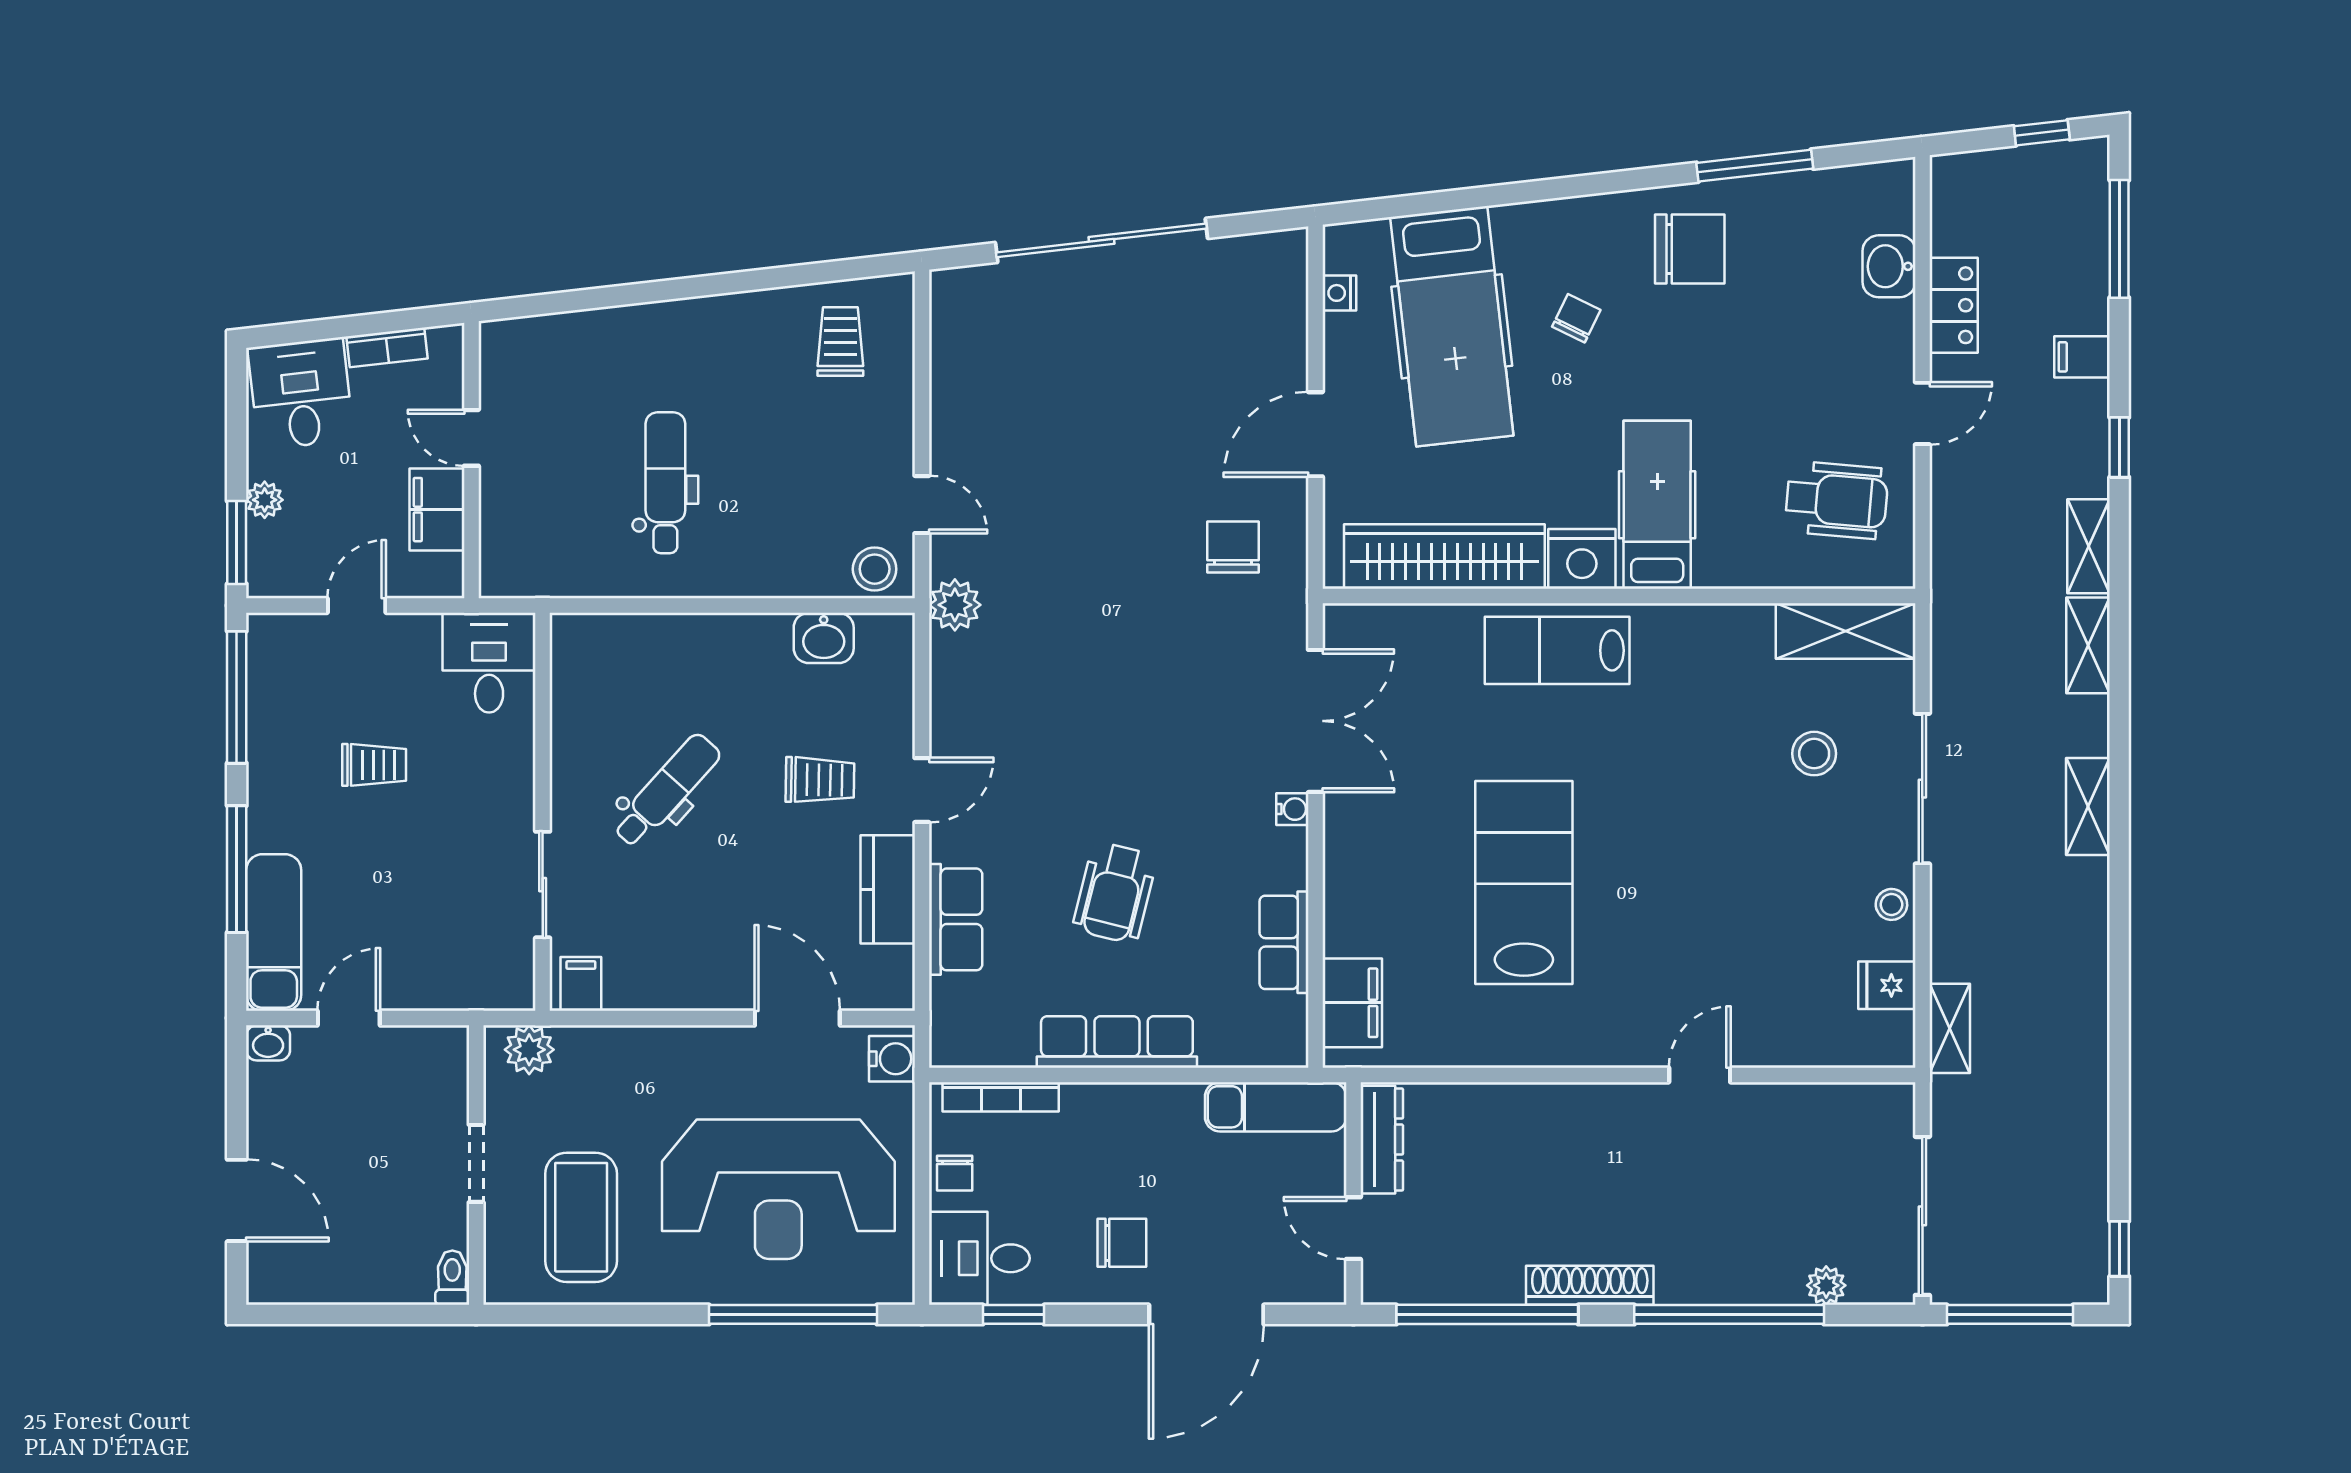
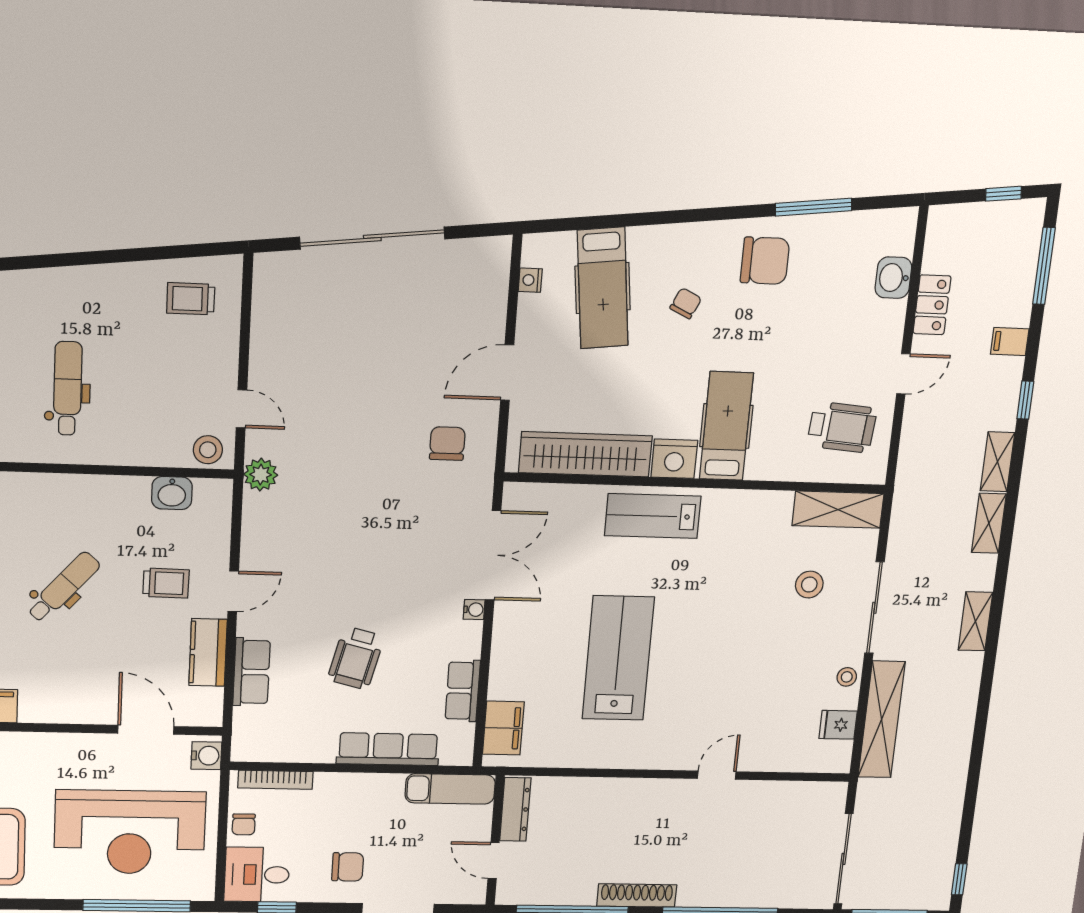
hospital bed: (1452, 326) -> (603, 288), width x0.73, depth x0.78
trolley: (840, 341) -> (191, 299), turned -90
shelving: (1950, 1028) -> (882, 720), width x2.20, depth x1.33
row of seats: (1117, 1042) -> (388, 749), moved
plant: (1826, 1285) -> (781, 898), removed

